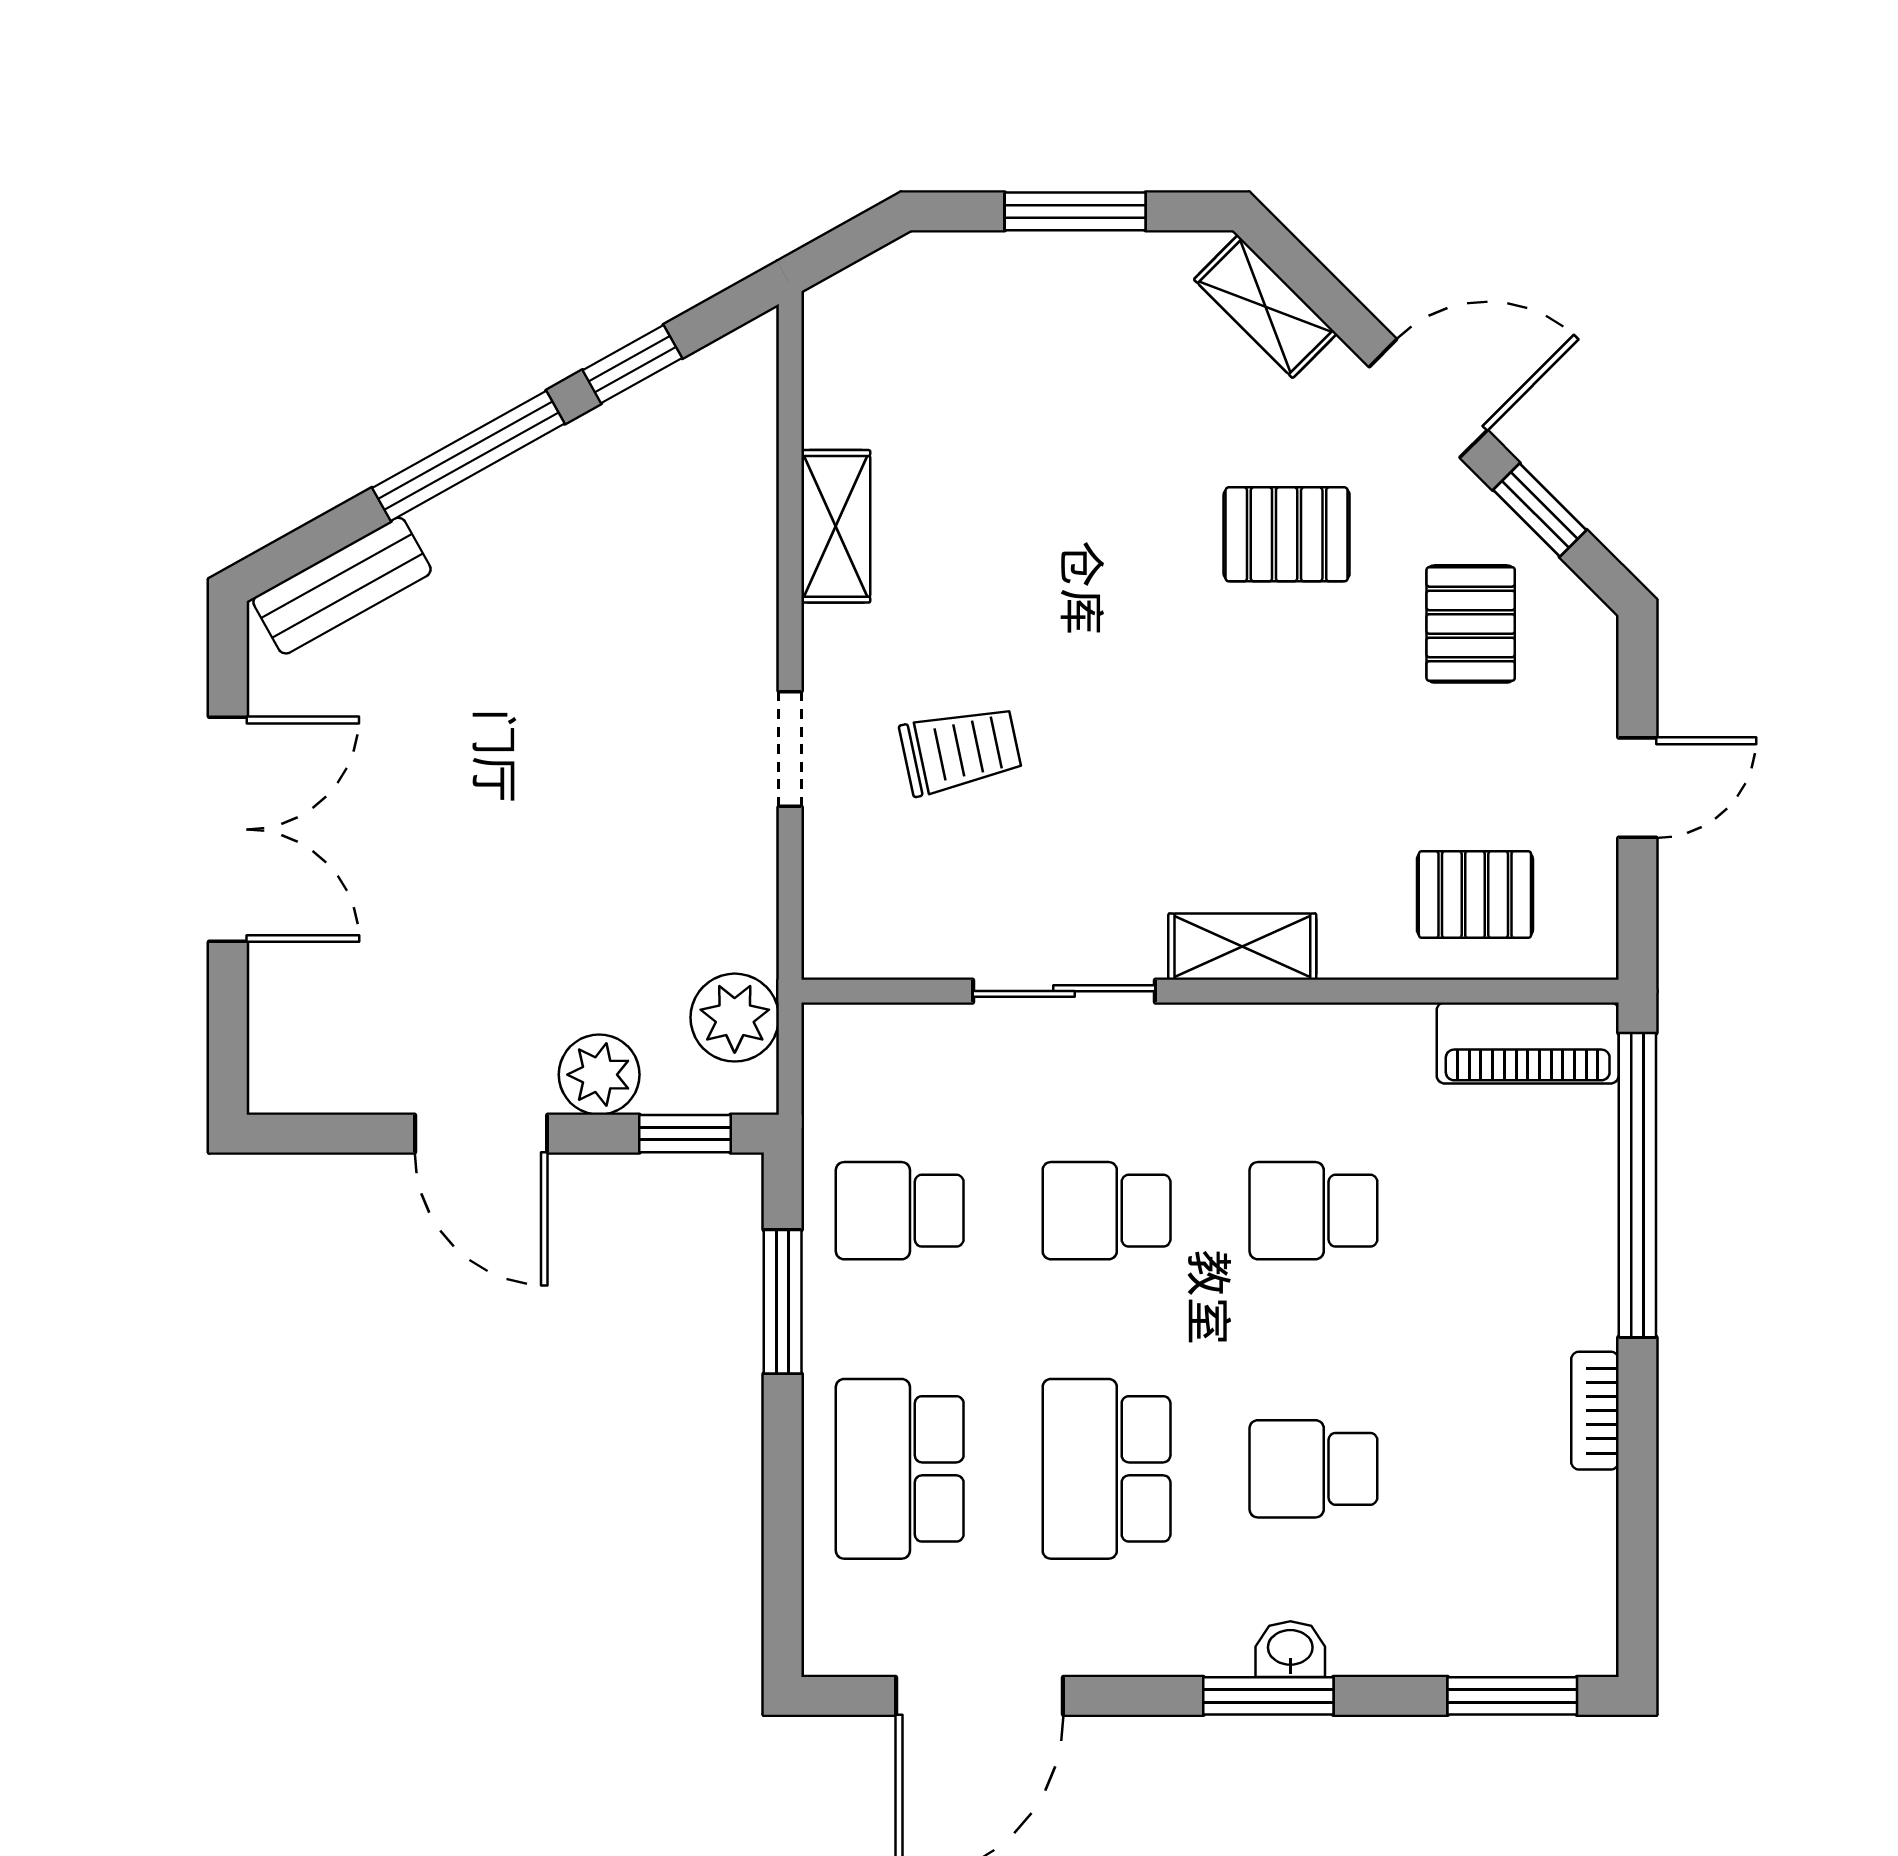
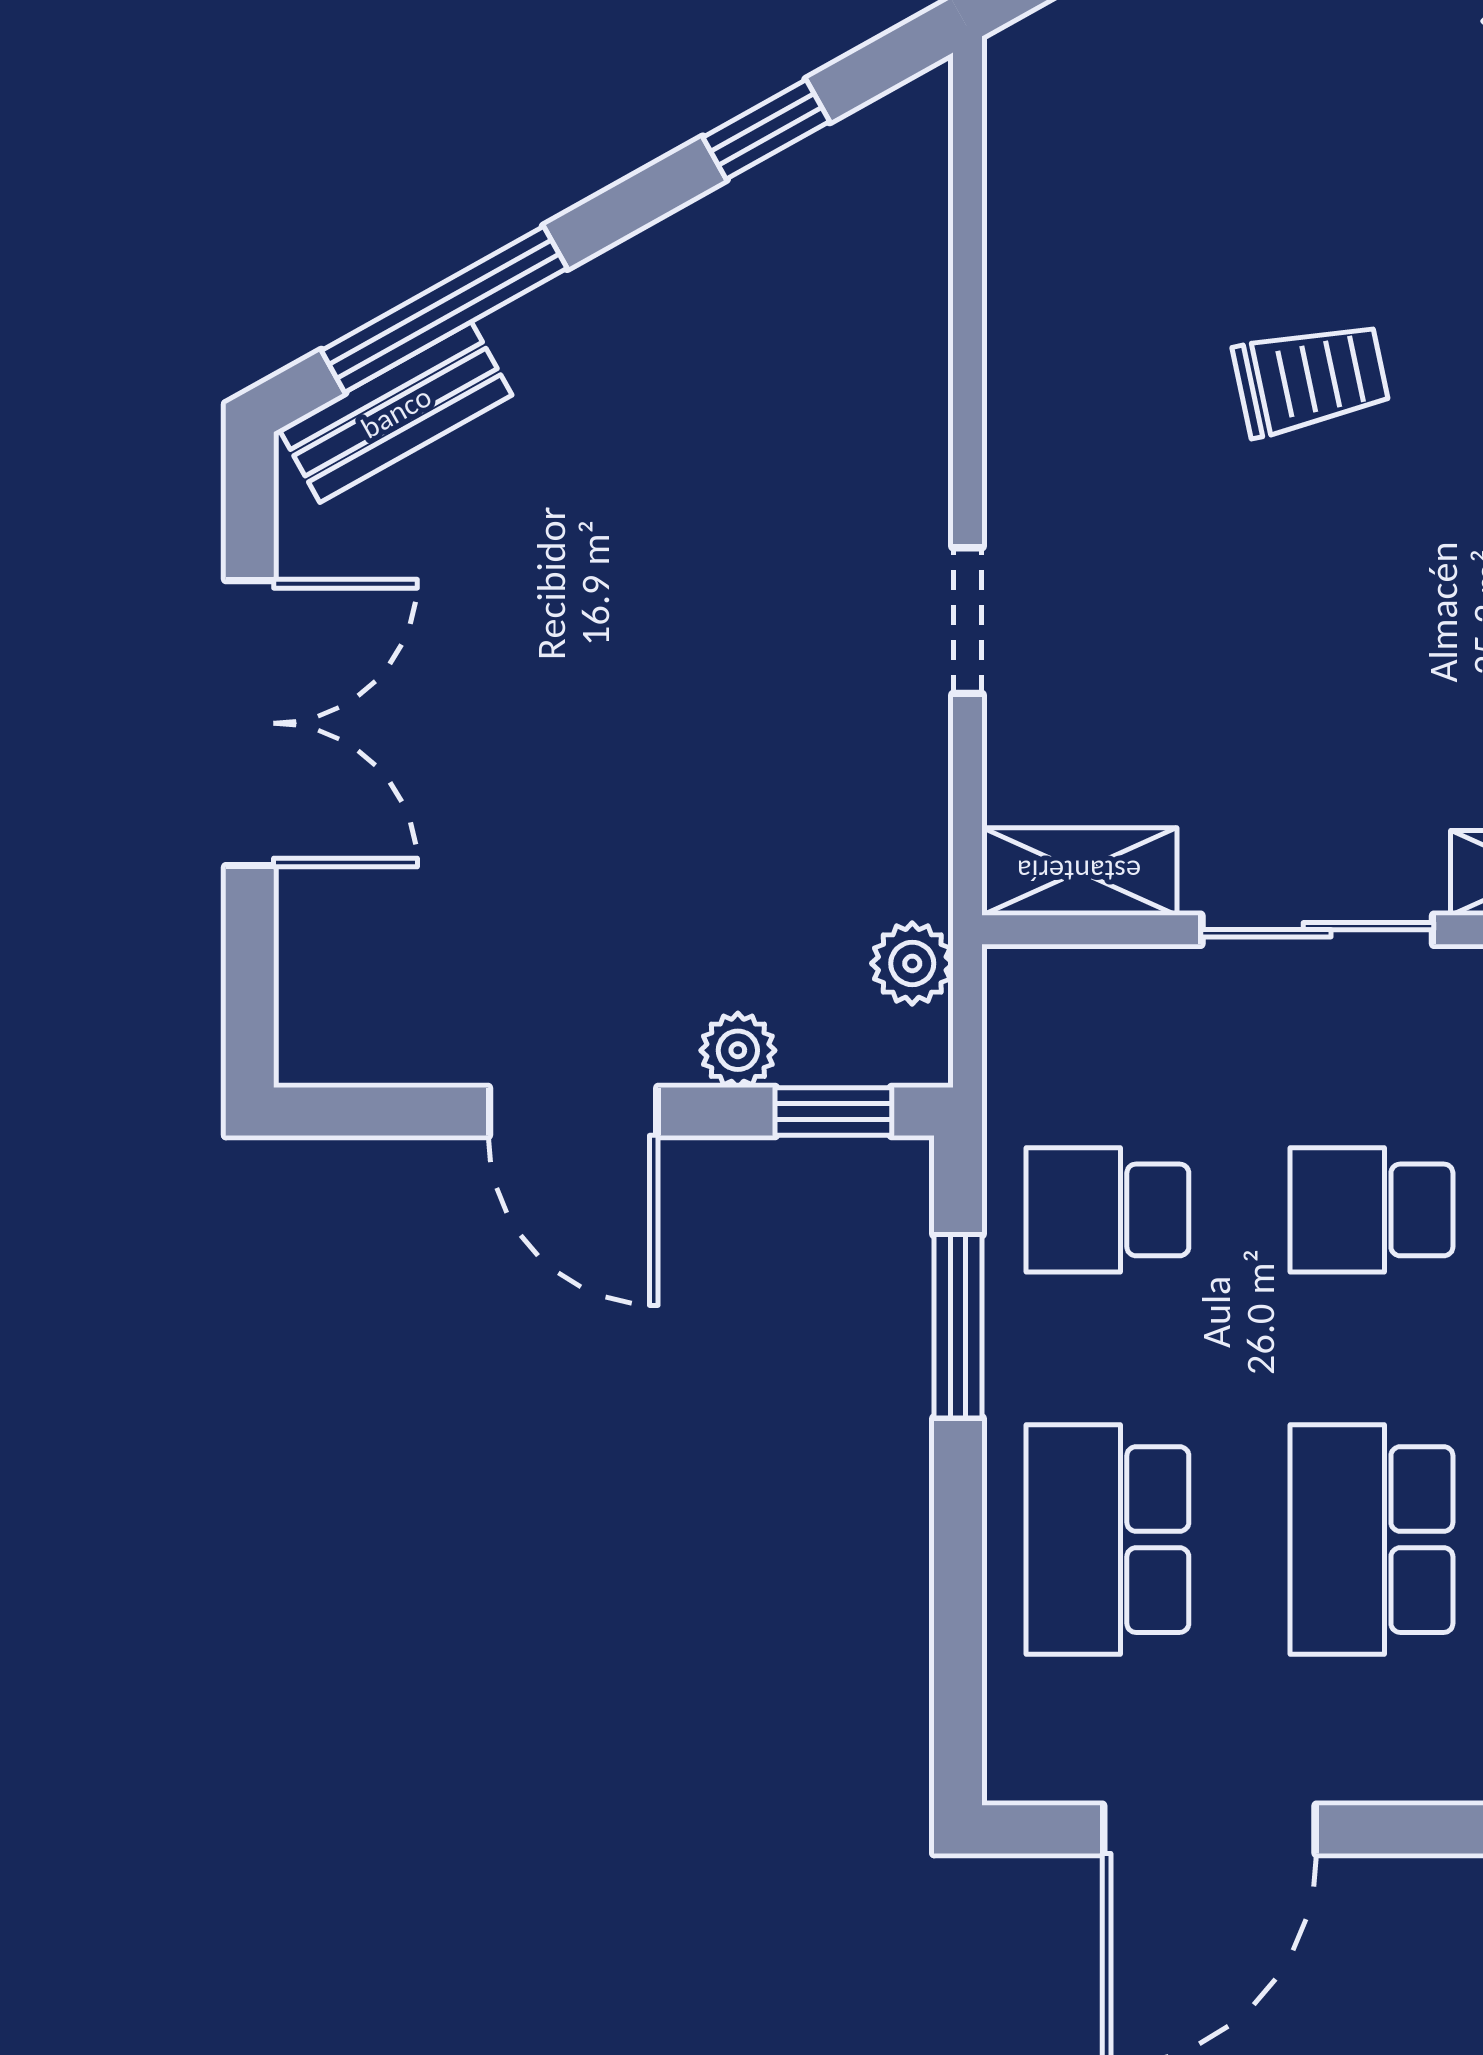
window: (468, 456) -> (444, 309), moved
shelving: (836, 526) -> (1079, 871), moved, turned 90
trolley: (961, 750) -> (1311, 379), moved
plant: (735, 1018) -> (912, 963), width x0.73, depth x0.73
plant: (599, 1075) -> (738, 1050), width x0.73, depth x0.73

